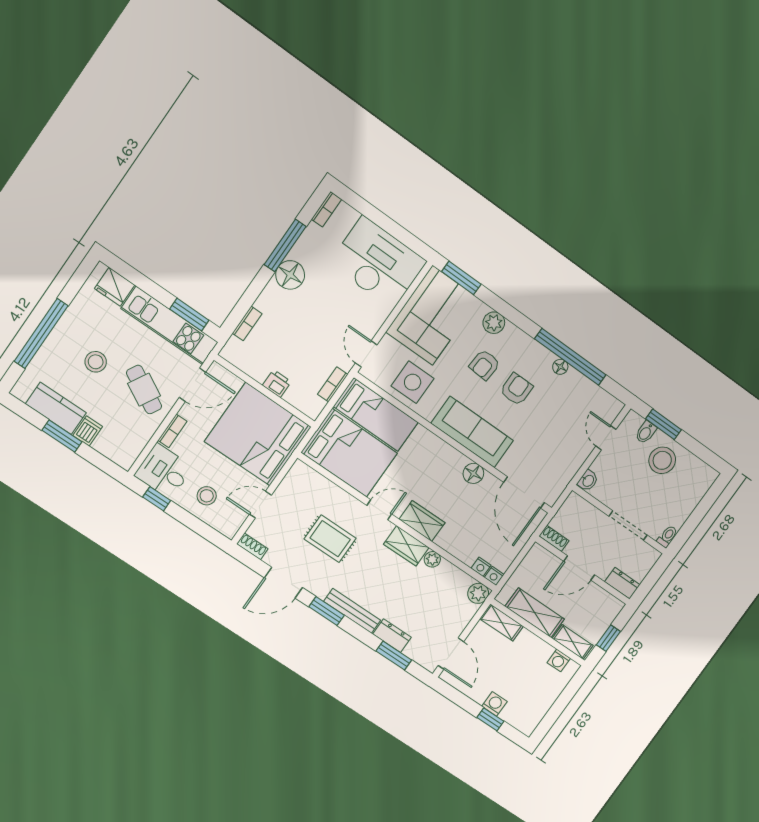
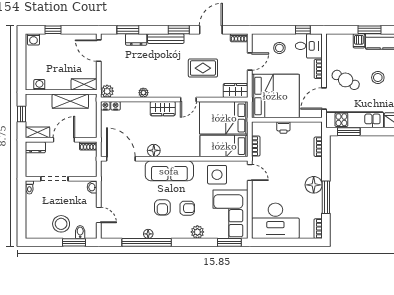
armchair: (484, 365) -> (187, 208), turned 86
wardrobe: (406, 546) -> (236, 91), moved
shelving: (573, 642) -> (37, 132), moved
washing machine: (494, 704) -> (33, 39), moved

